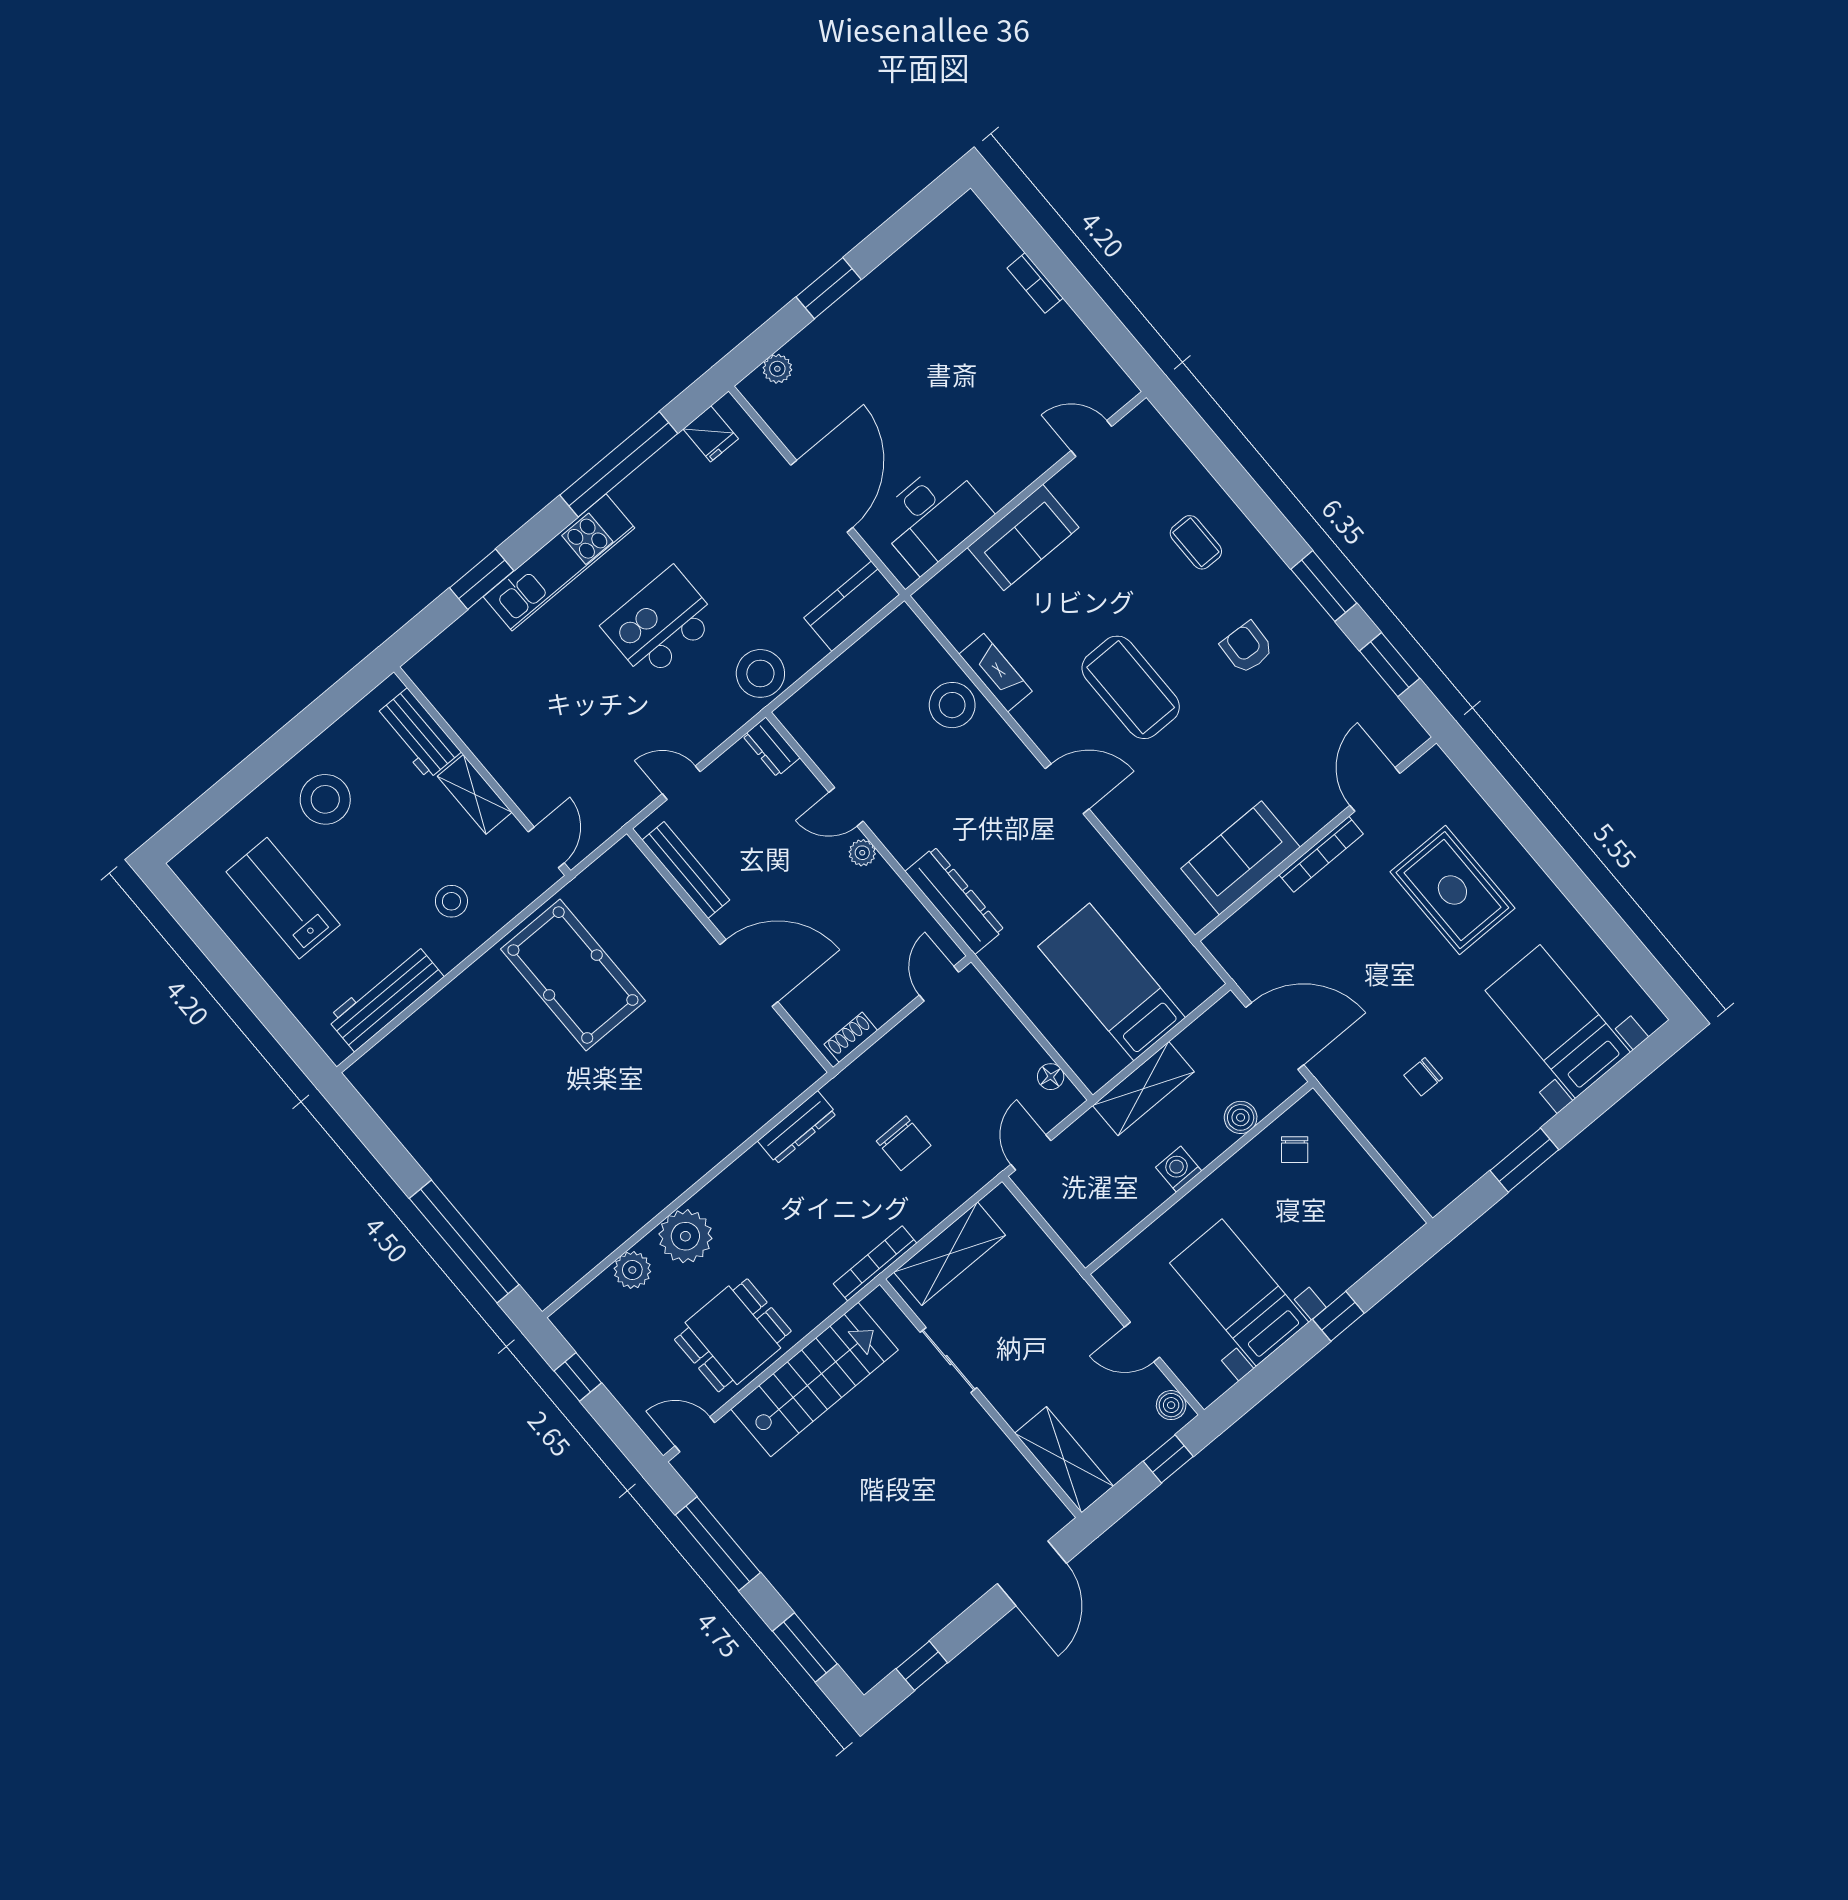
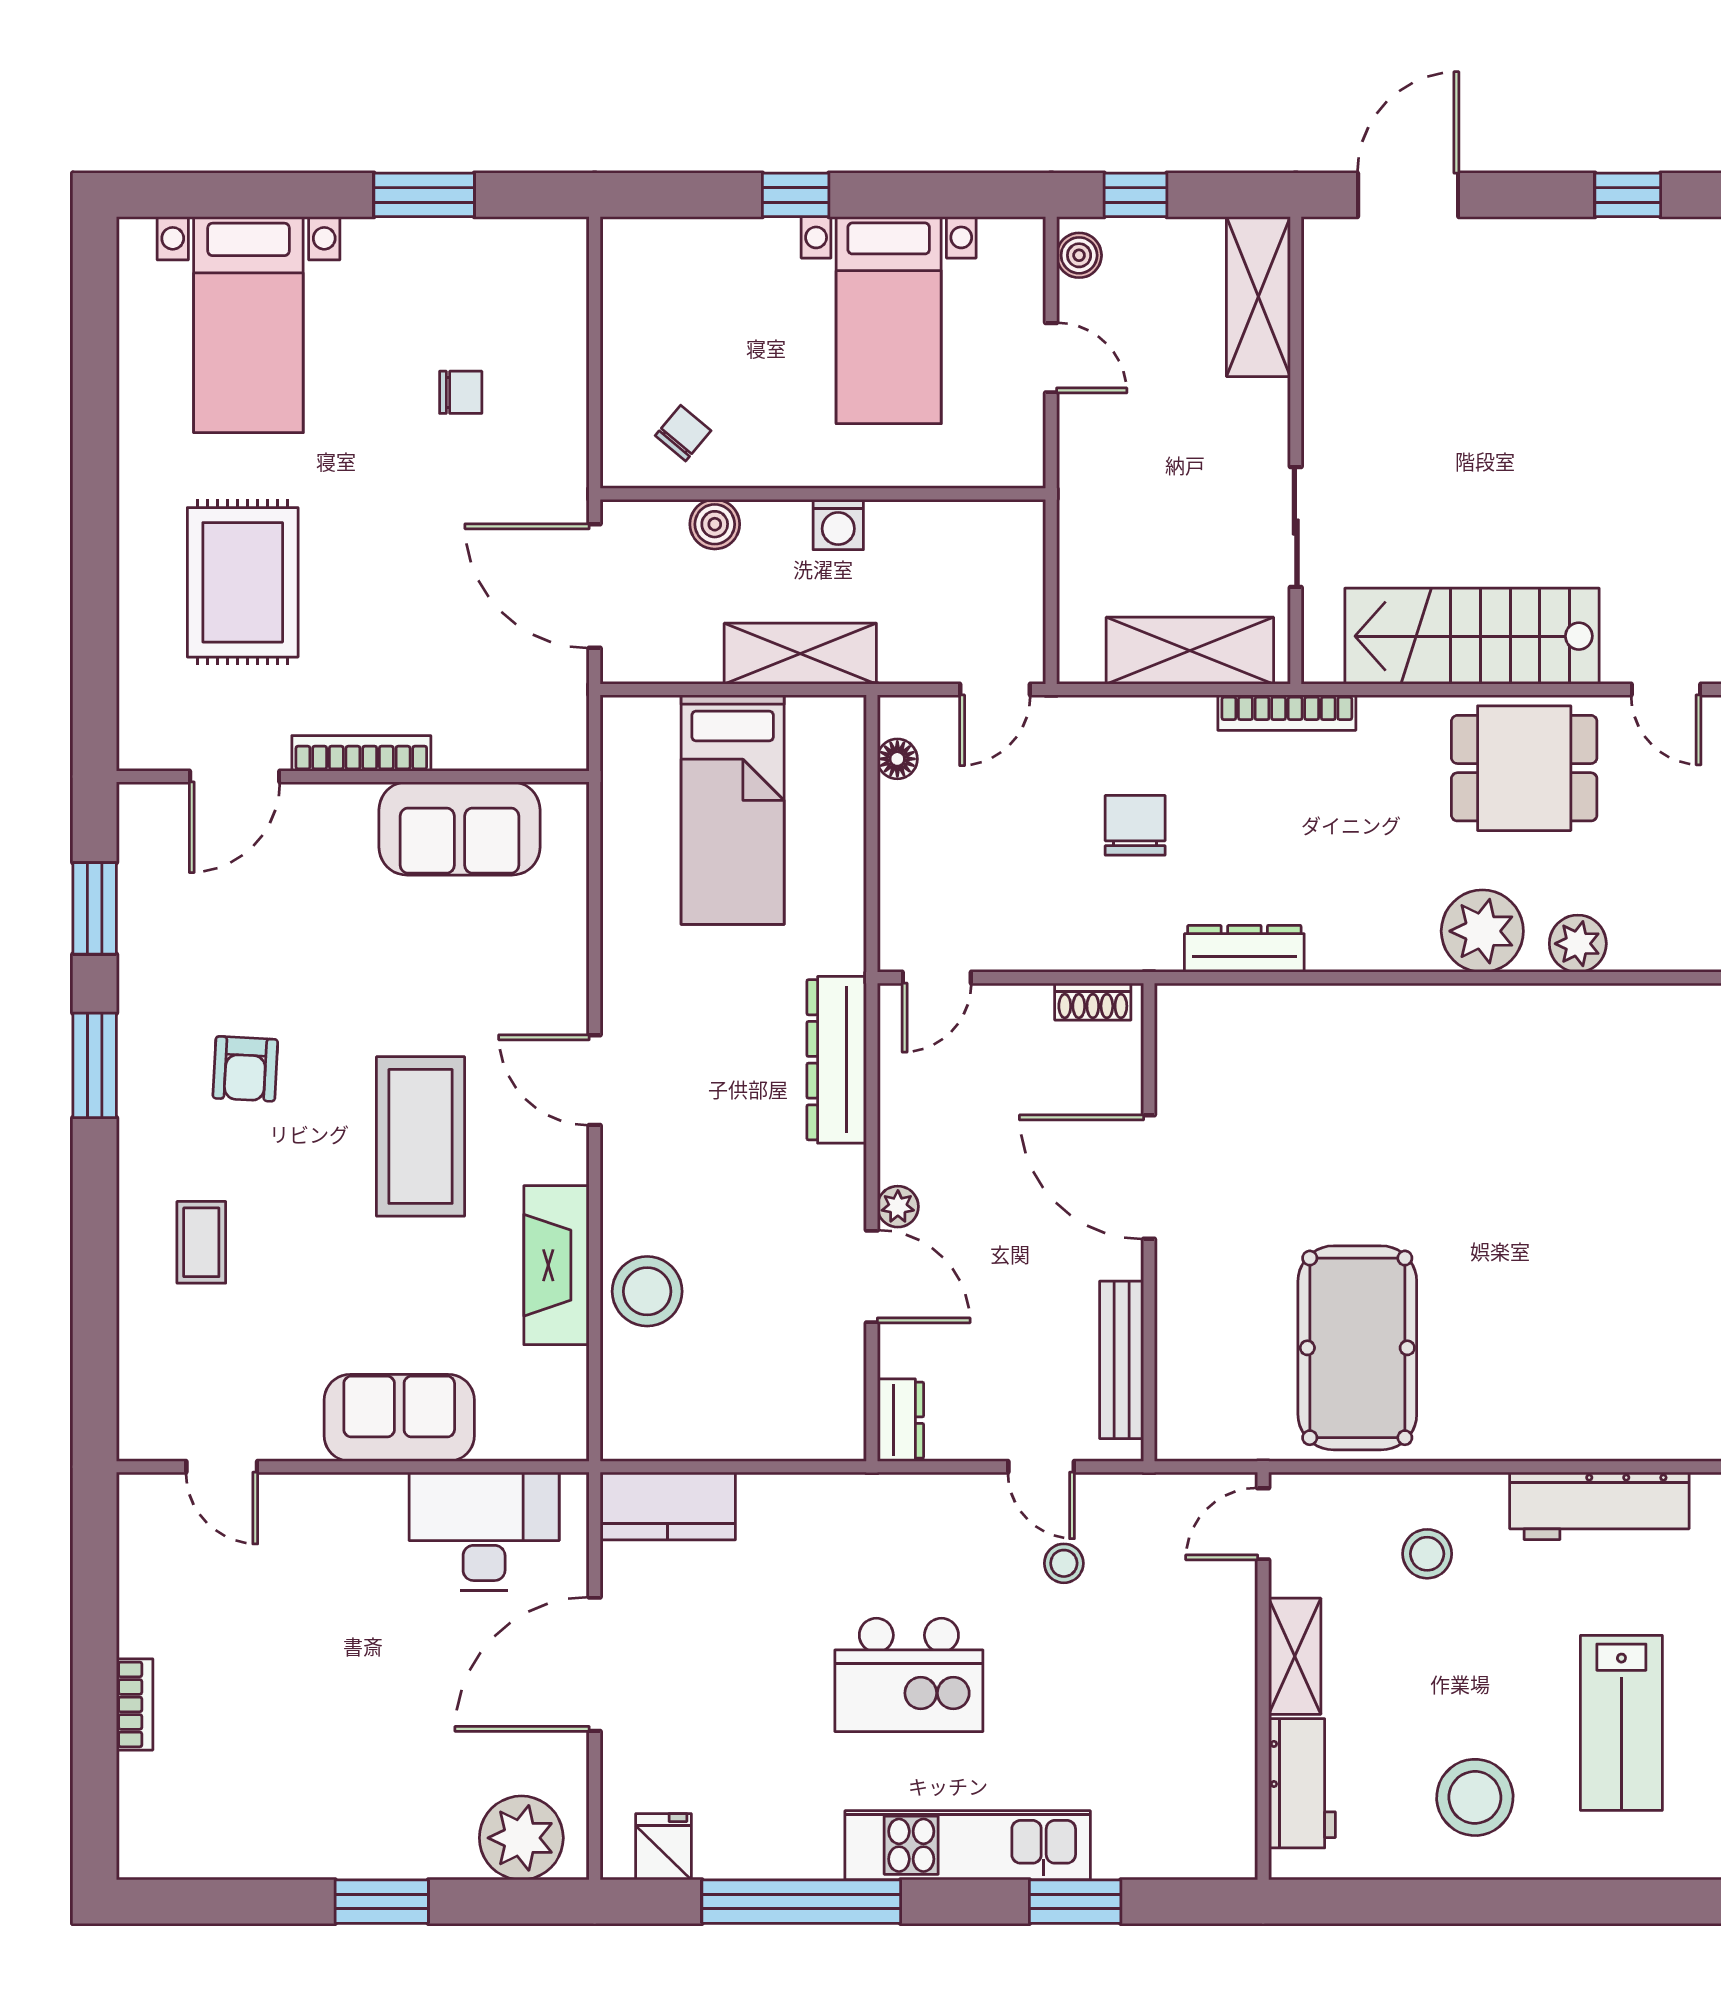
plant: (777, 369) -> (521, 1838), width x1.87, depth x1.87
stool: (760, 673) -> (1064, 1563), moved, width x0.53, depth x0.53
fireplace: (996, 673) -> (557, 1265), width x1.37, depth x1.32
door: (846, 807) -> (872, 1276), width x1.37

